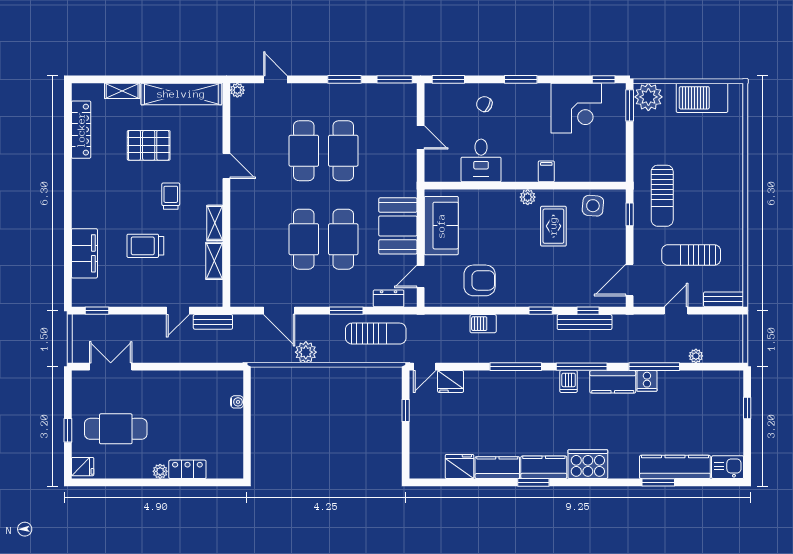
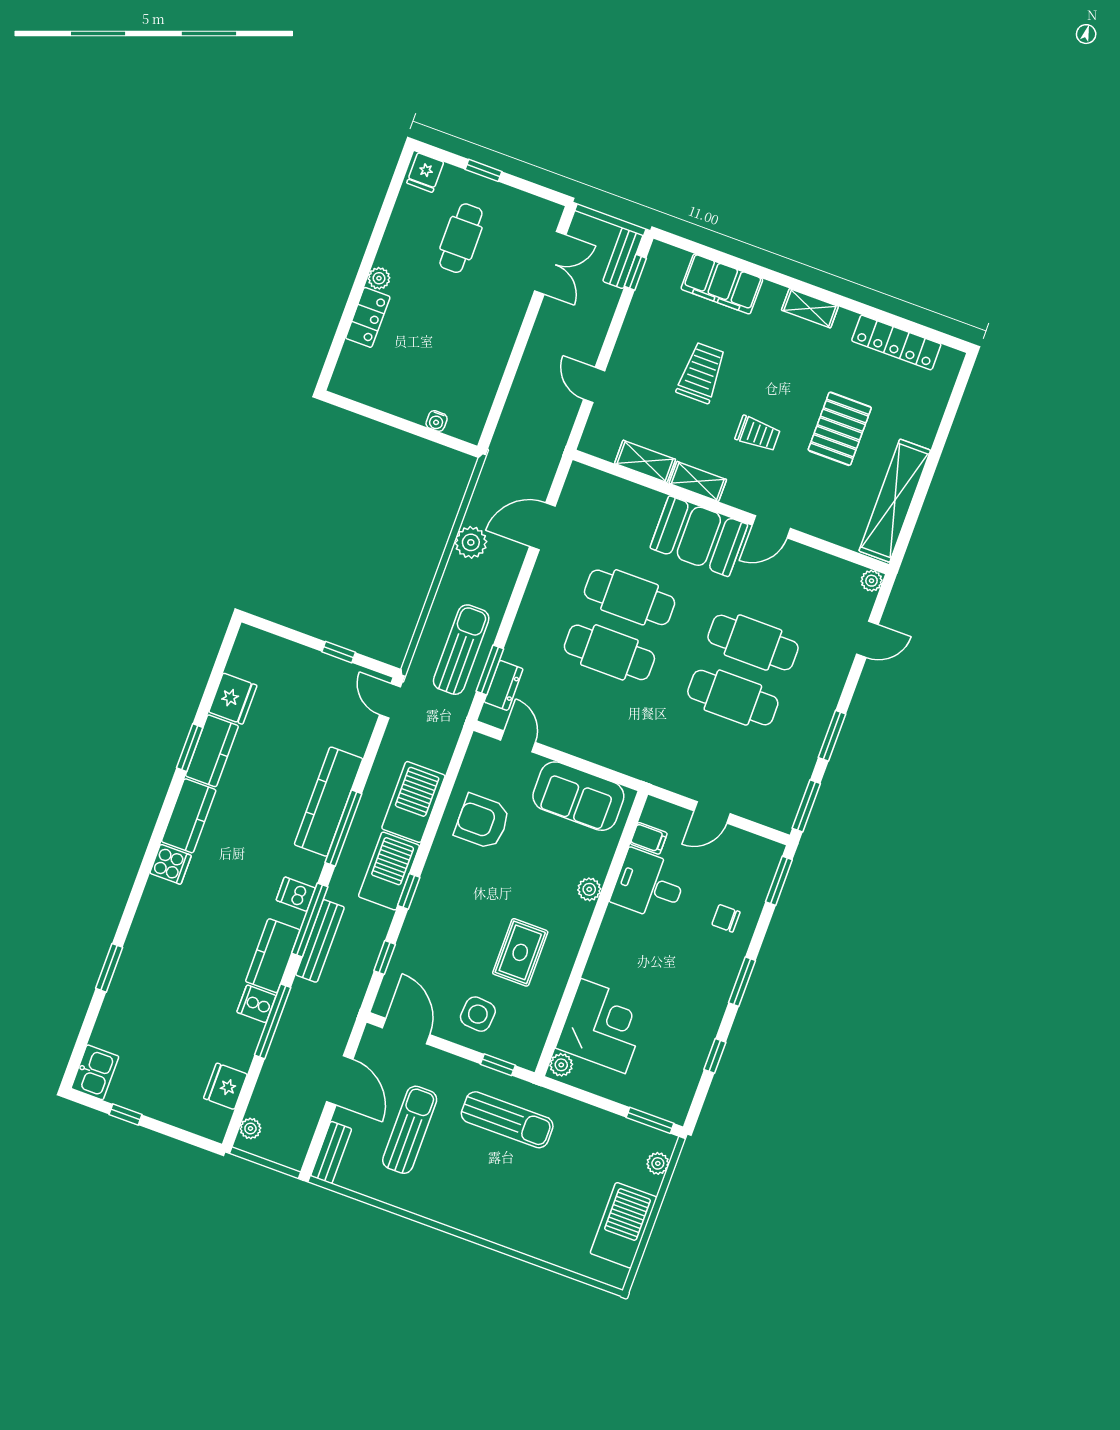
window: (604, 79) -> (715, 1056), moved
shelving: (122, 91) -> (810, 308), moved, turned 90
plant: (648, 97) -> (658, 1163), width x0.53, depth x0.53
chair: (484, 104) -> (726, 918), turned -116
corner desk: (576, 108) -> (603, 1026), moved, turned 180
filing cabinet: (546, 171) -> (649, 838), moved
plant: (615, 174) -> (561, 1065), added
sun lounger: (662, 196) -> (507, 1120), turned 180
plant: (528, 197) -> (589, 889), moved
side table: (593, 206) -> (478, 1014), moved
booth: (398, 226) -> (699, 536), moved
rug: (553, 226) -> (520, 952), turned 90
armchair: (480, 280) -> (482, 822), turned 90
window: (346, 311) -> (490, 670), moved
door: (676, 311) -> (340, 1080), width x1.38
bench: (213, 322) -> (623, 258), moved
bench: (585, 322) -> (320, 941), moved
barbecue: (483, 324) -> (413, 802), width x1.88, depth x1.53
barbecue: (532, 328) -> (389, 871), added
sun lounger: (376, 334) -> (461, 650), turned 180
plant: (696, 356) -> (250, 1129), moved
fridge: (451, 381) -> (225, 1086), moved
window: (747, 408) -> (125, 1115), moved
cafe table: (116, 429) -> (461, 238), width x0.73, depth x0.74
cooker: (588, 464) -> (171, 864), width x0.53, depth x0.76
kitchen counter: (675, 467) -> (329, 802), moved, turned 180
window: (533, 482) -> (190, 748), moved

